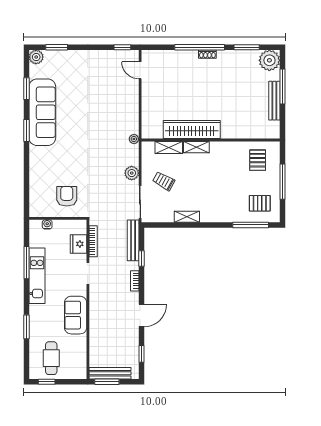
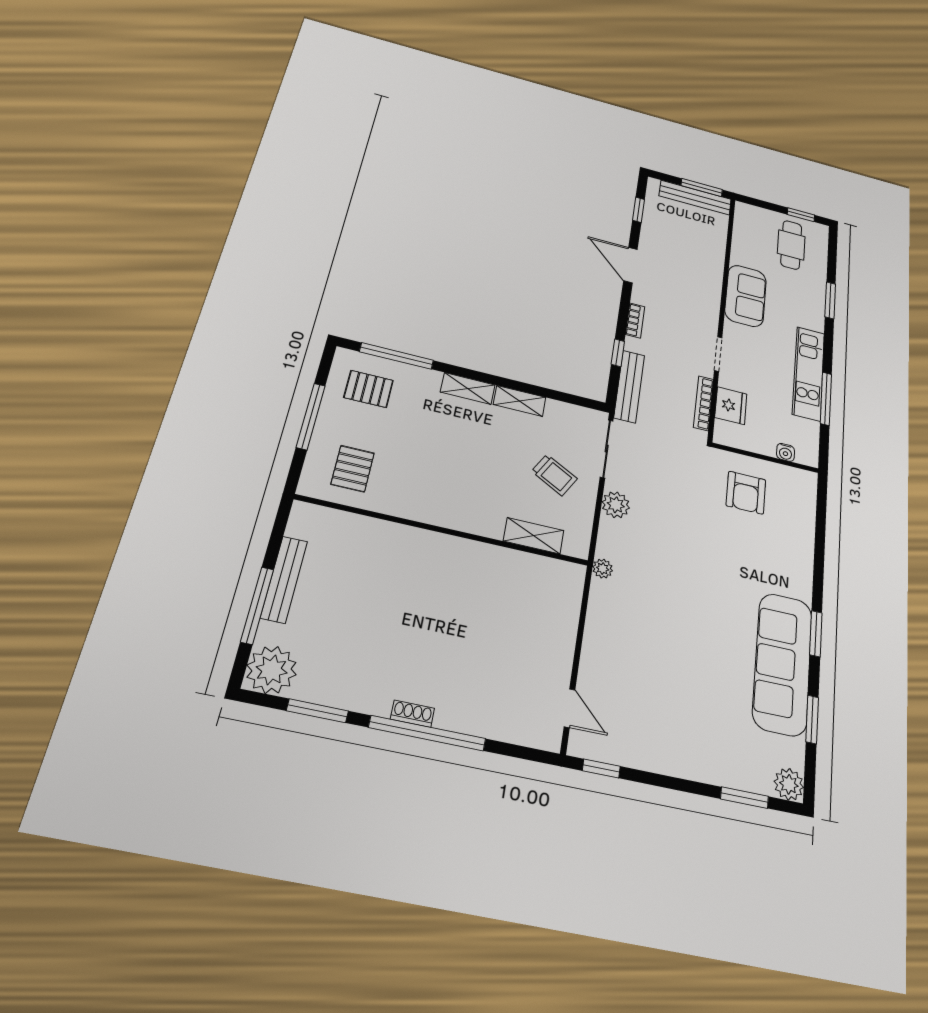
wardrobe: (192, 129) -> (479, 560), removed
shelving: (196, 147) -> (468, 388), moved
door: (141, 315) -> (630, 265), hinge flipped

